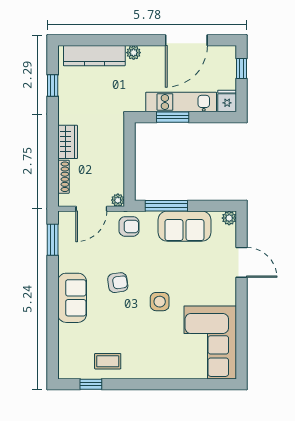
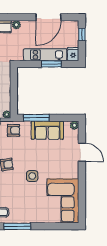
window: (173, 117) -> (51, 64), moved
window: (135, 384) -> (17, 226), added

